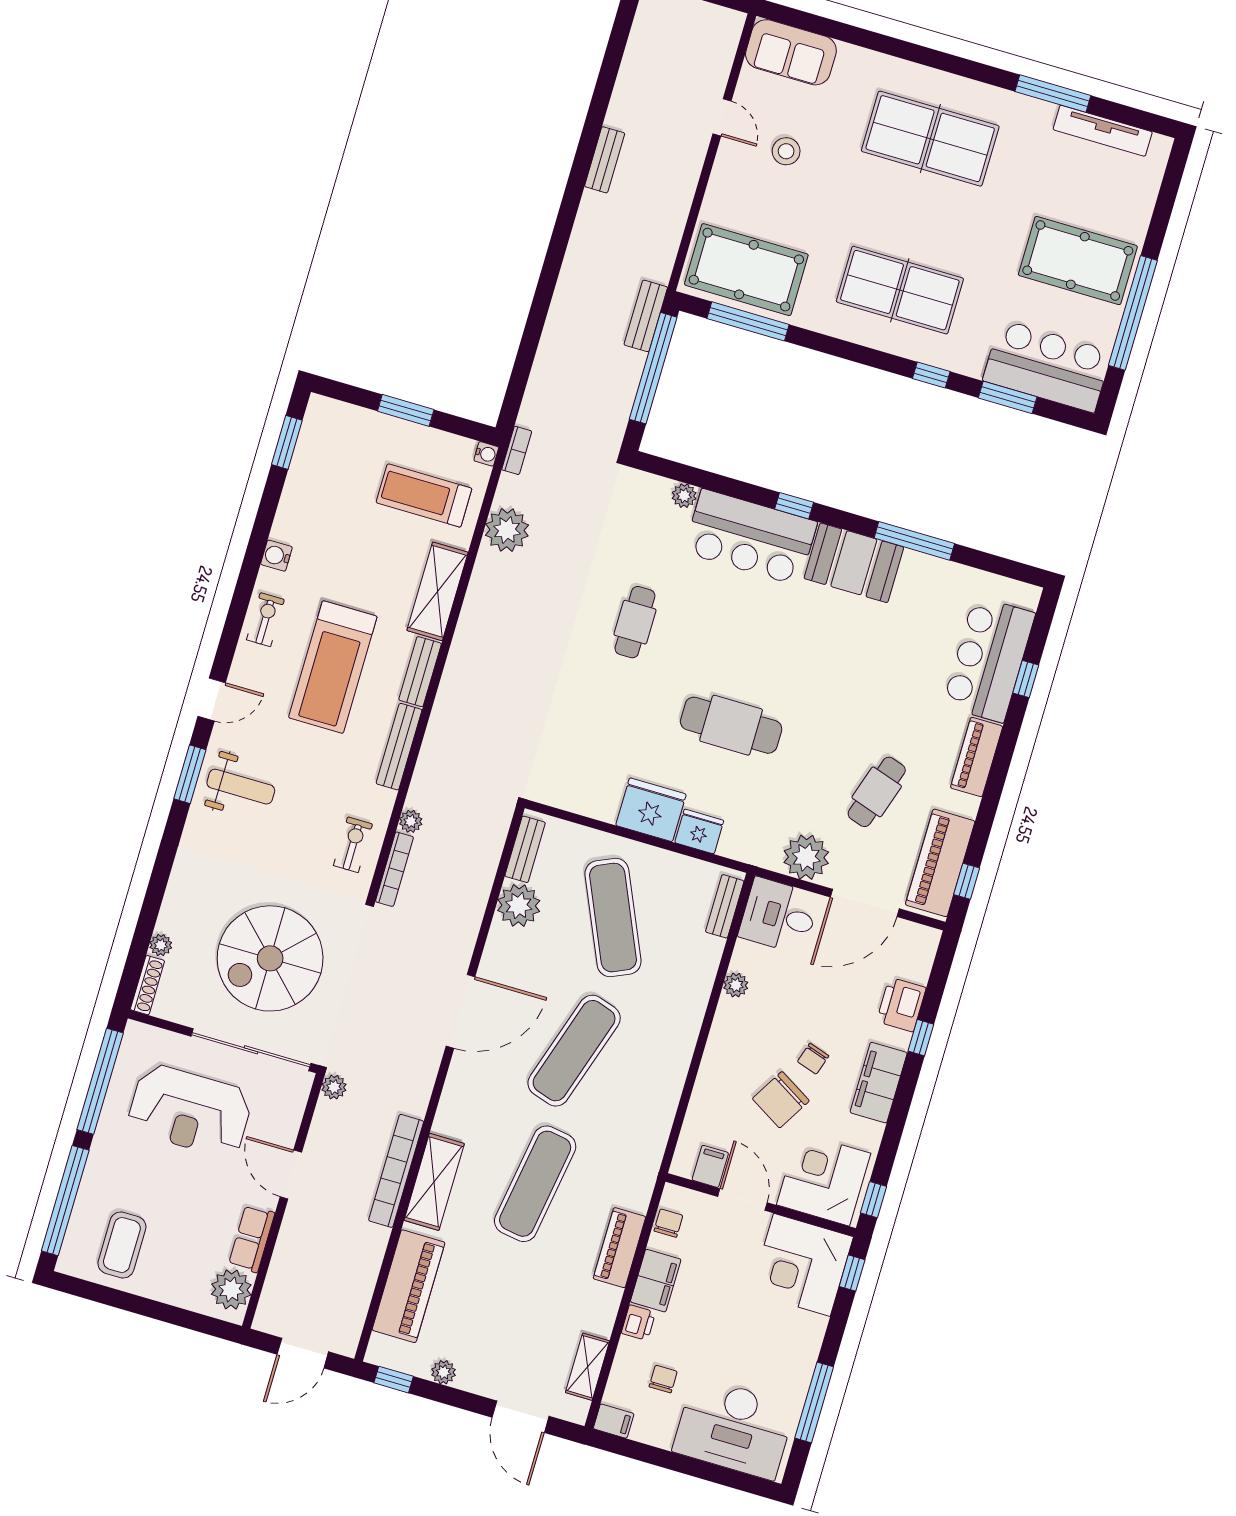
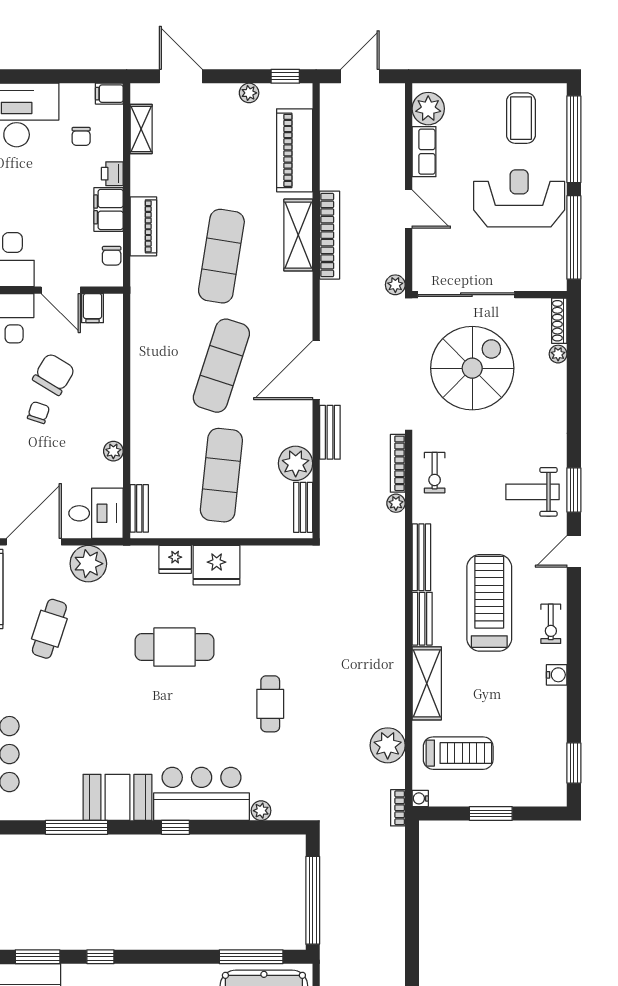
bench: (646, 316) -> (330, 432), moved
exercise mat: (613, 918) -> (221, 475), turned 30
reception desk: (190, 1111) -> (519, 198), moved

